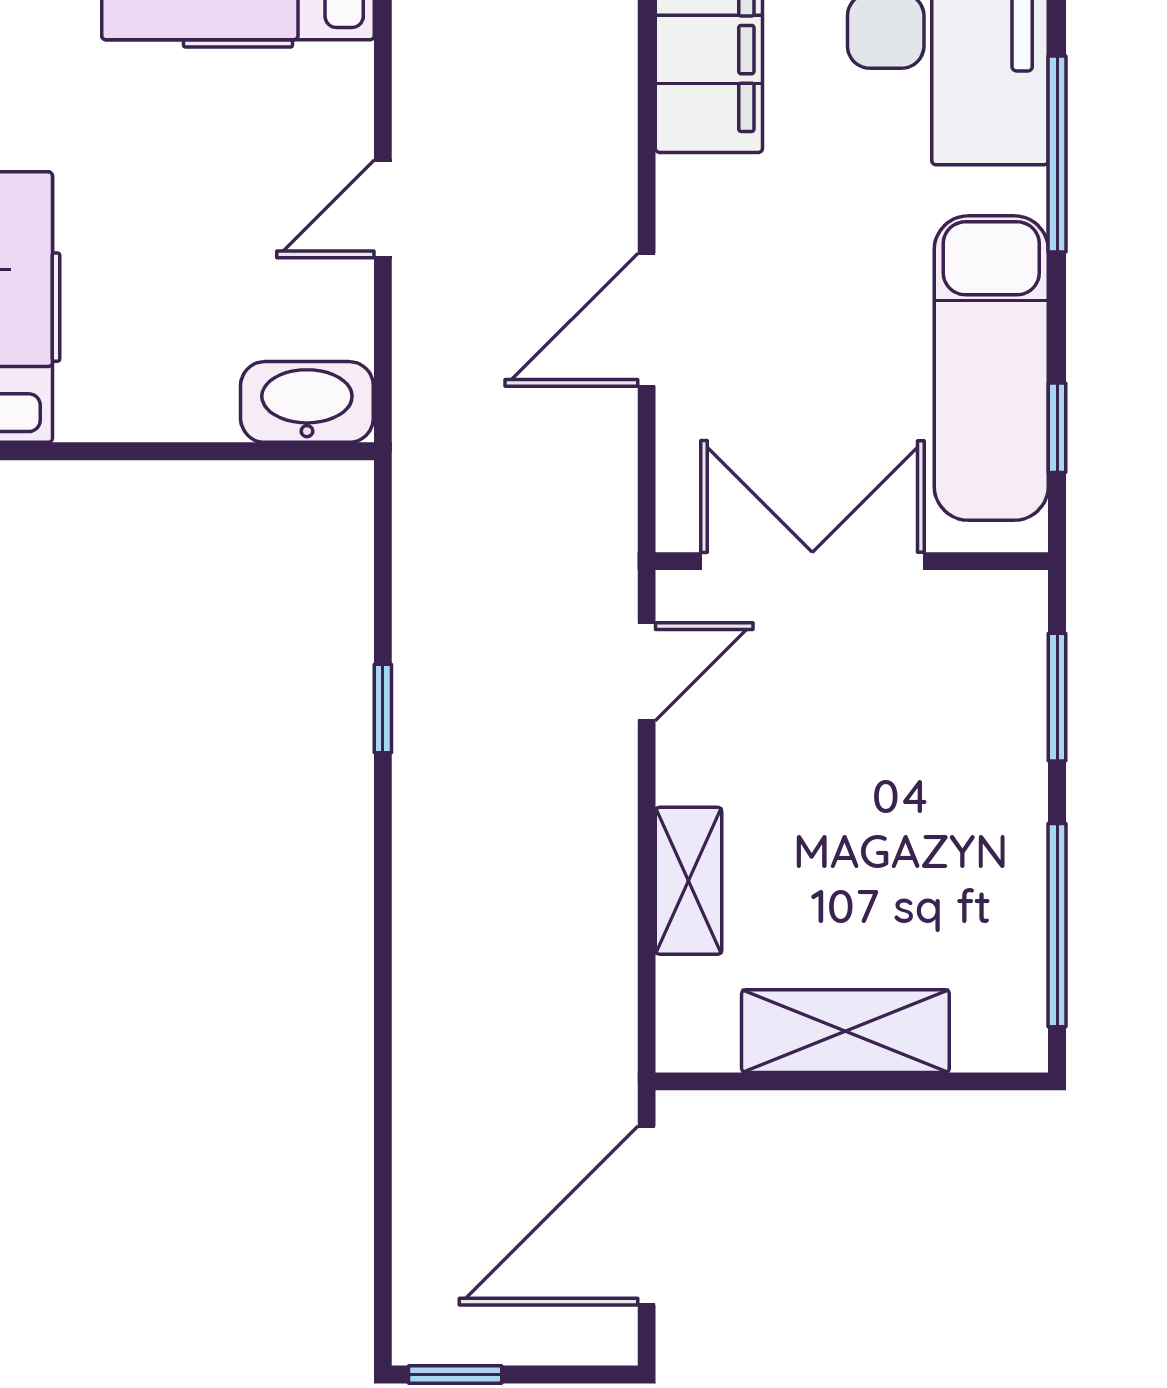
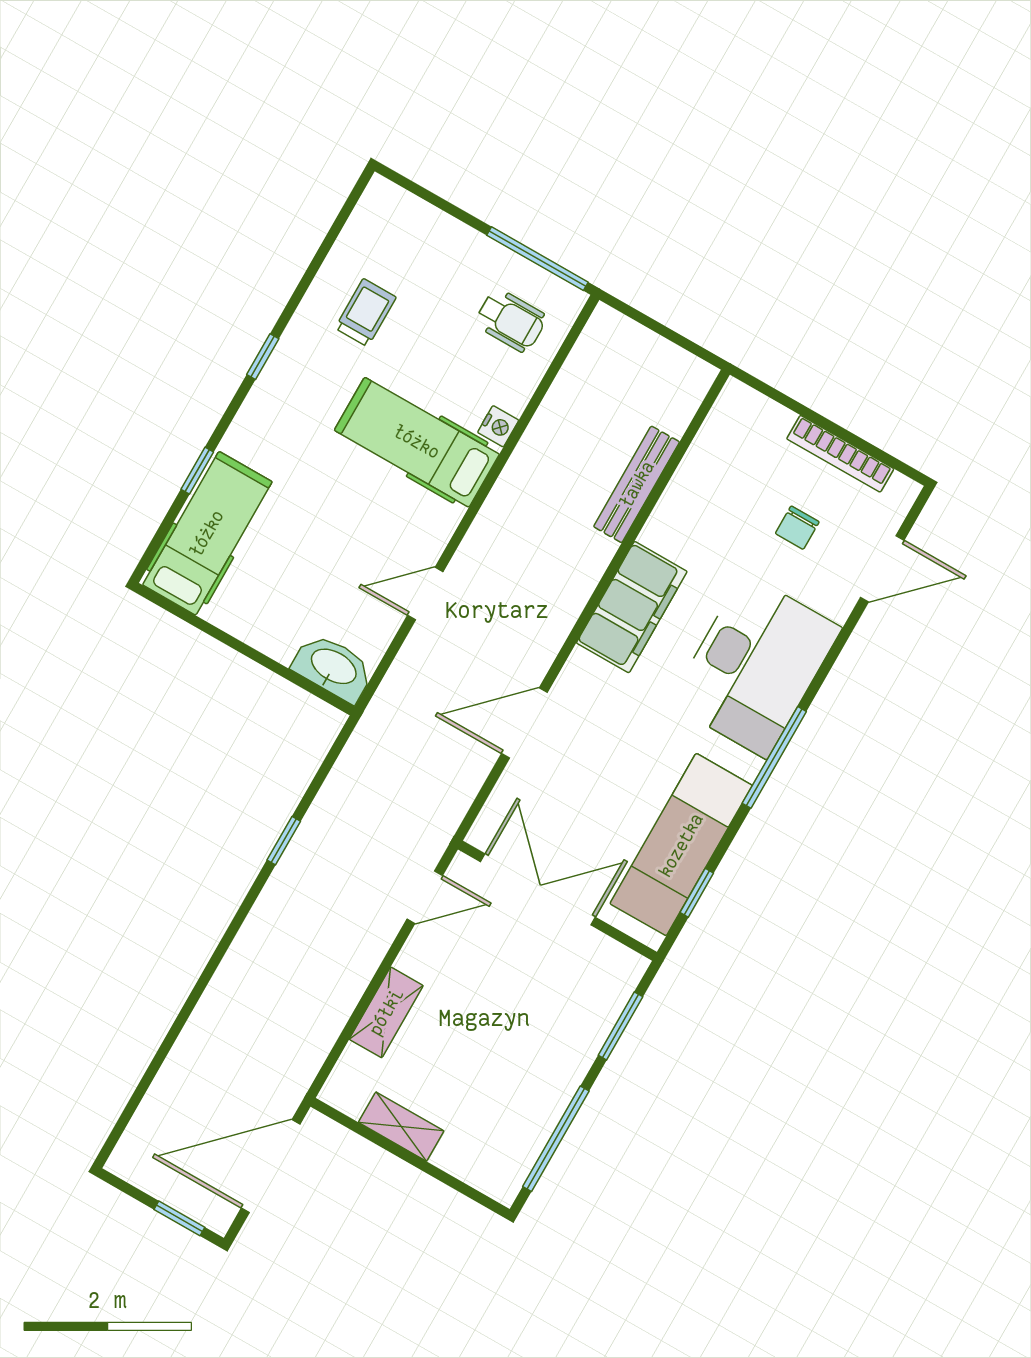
shelving: (845, 1031) -> (401, 1127), width x0.67, depth x0.75
window: (455, 1375) -> (179, 1218), moved

